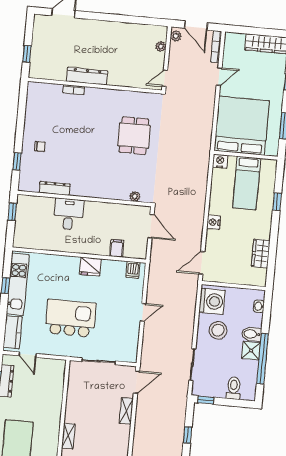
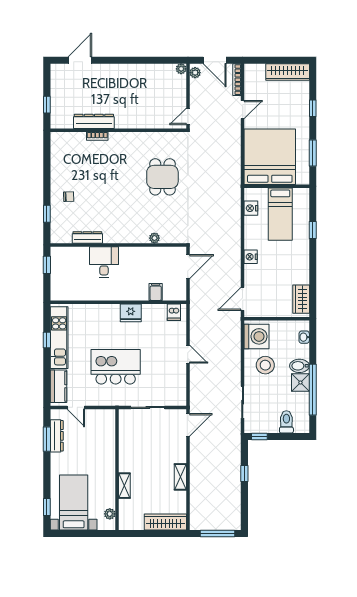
plant: (161, 46) -> (181, 69), moved
dresser: (87, 76) -> (94, 121), moved
nightstand: (220, 161) -> (251, 208), moved, turned -90
plant: (135, 196) -> (154, 238), moved
door: (151, 226) -> (188, 267), hinge flipped
wardrobe: (261, 254) -> (301, 299), moved
door: (143, 312) -> (188, 354), hinge flipped
shelving: (126, 411) -> (180, 477), moved

